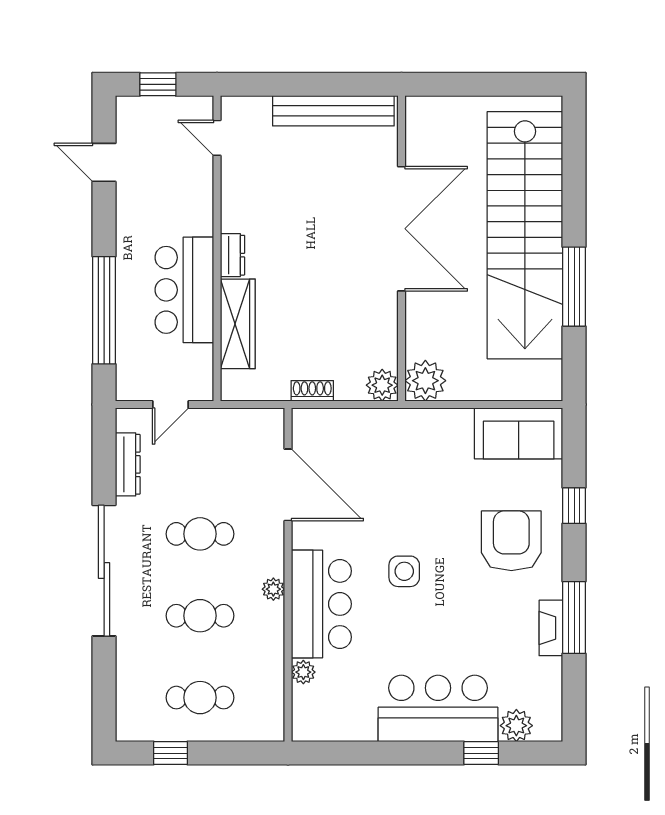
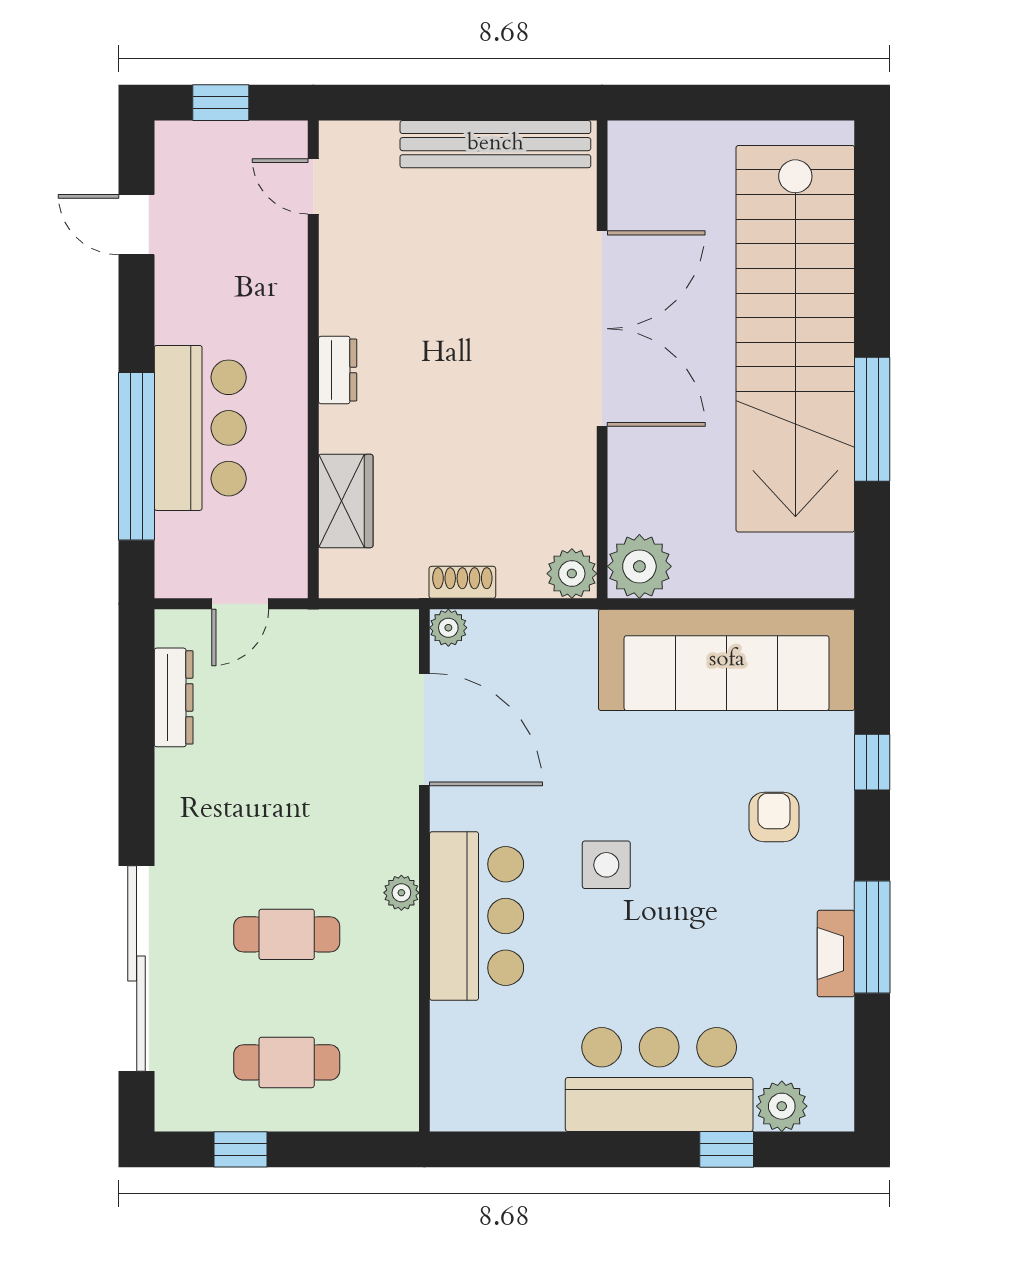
bar counter: (184, 290) -> (200, 428), moved, turned 180
wardrobe: (238, 324) -> (346, 501), width x0.67
sofa: (519, 433) -> (727, 660), width x1.85, depth x1.27
cafe table: (200, 534) -> (287, 806), removed
armchair: (511, 541) -> (774, 817), width x0.53, depth x0.53
sliding door: (104, 571) -> (137, 969), moved
plant: (303, 672) -> (448, 628), moved

